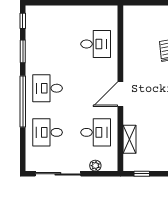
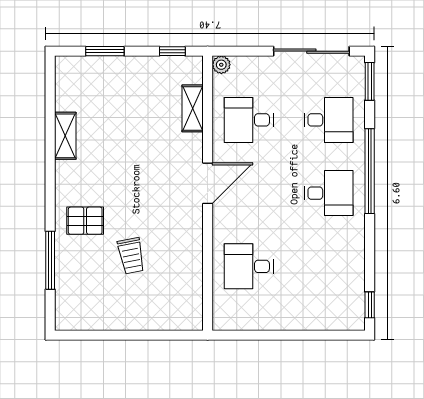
window: (23, 51) -> (370, 81), moved
plant: (95, 166) -> (221, 65), moved

